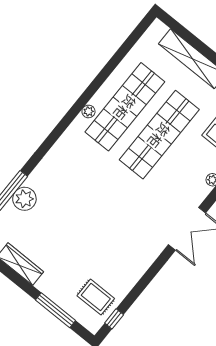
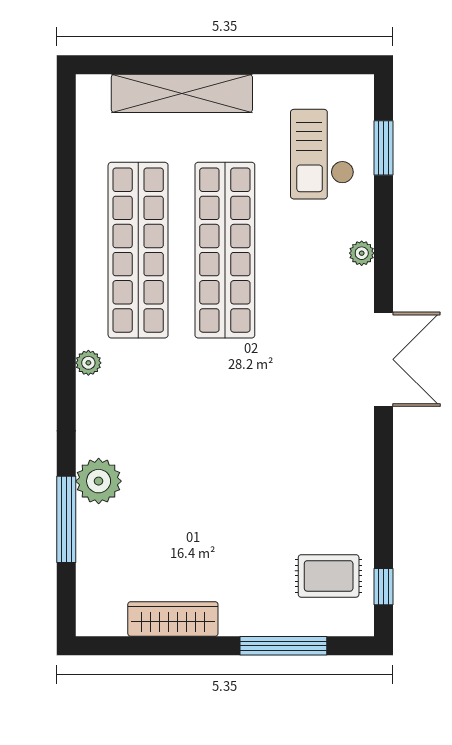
plant: (88, 111) -> (88, 363), moved
plant: (24, 199) -> (99, 481), moved

